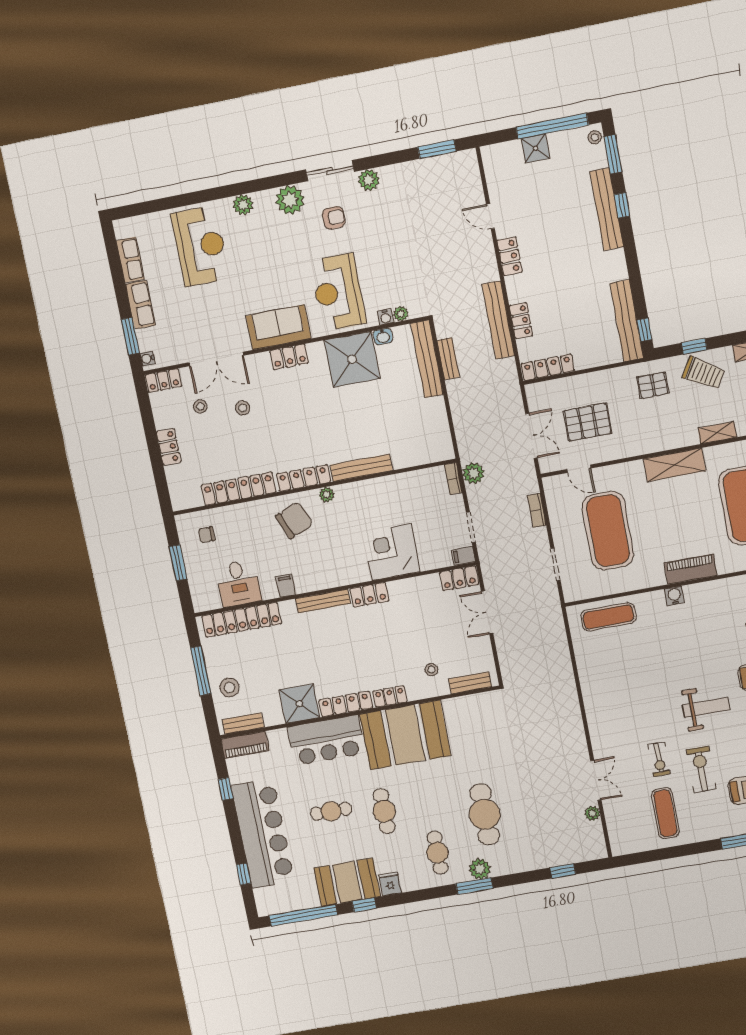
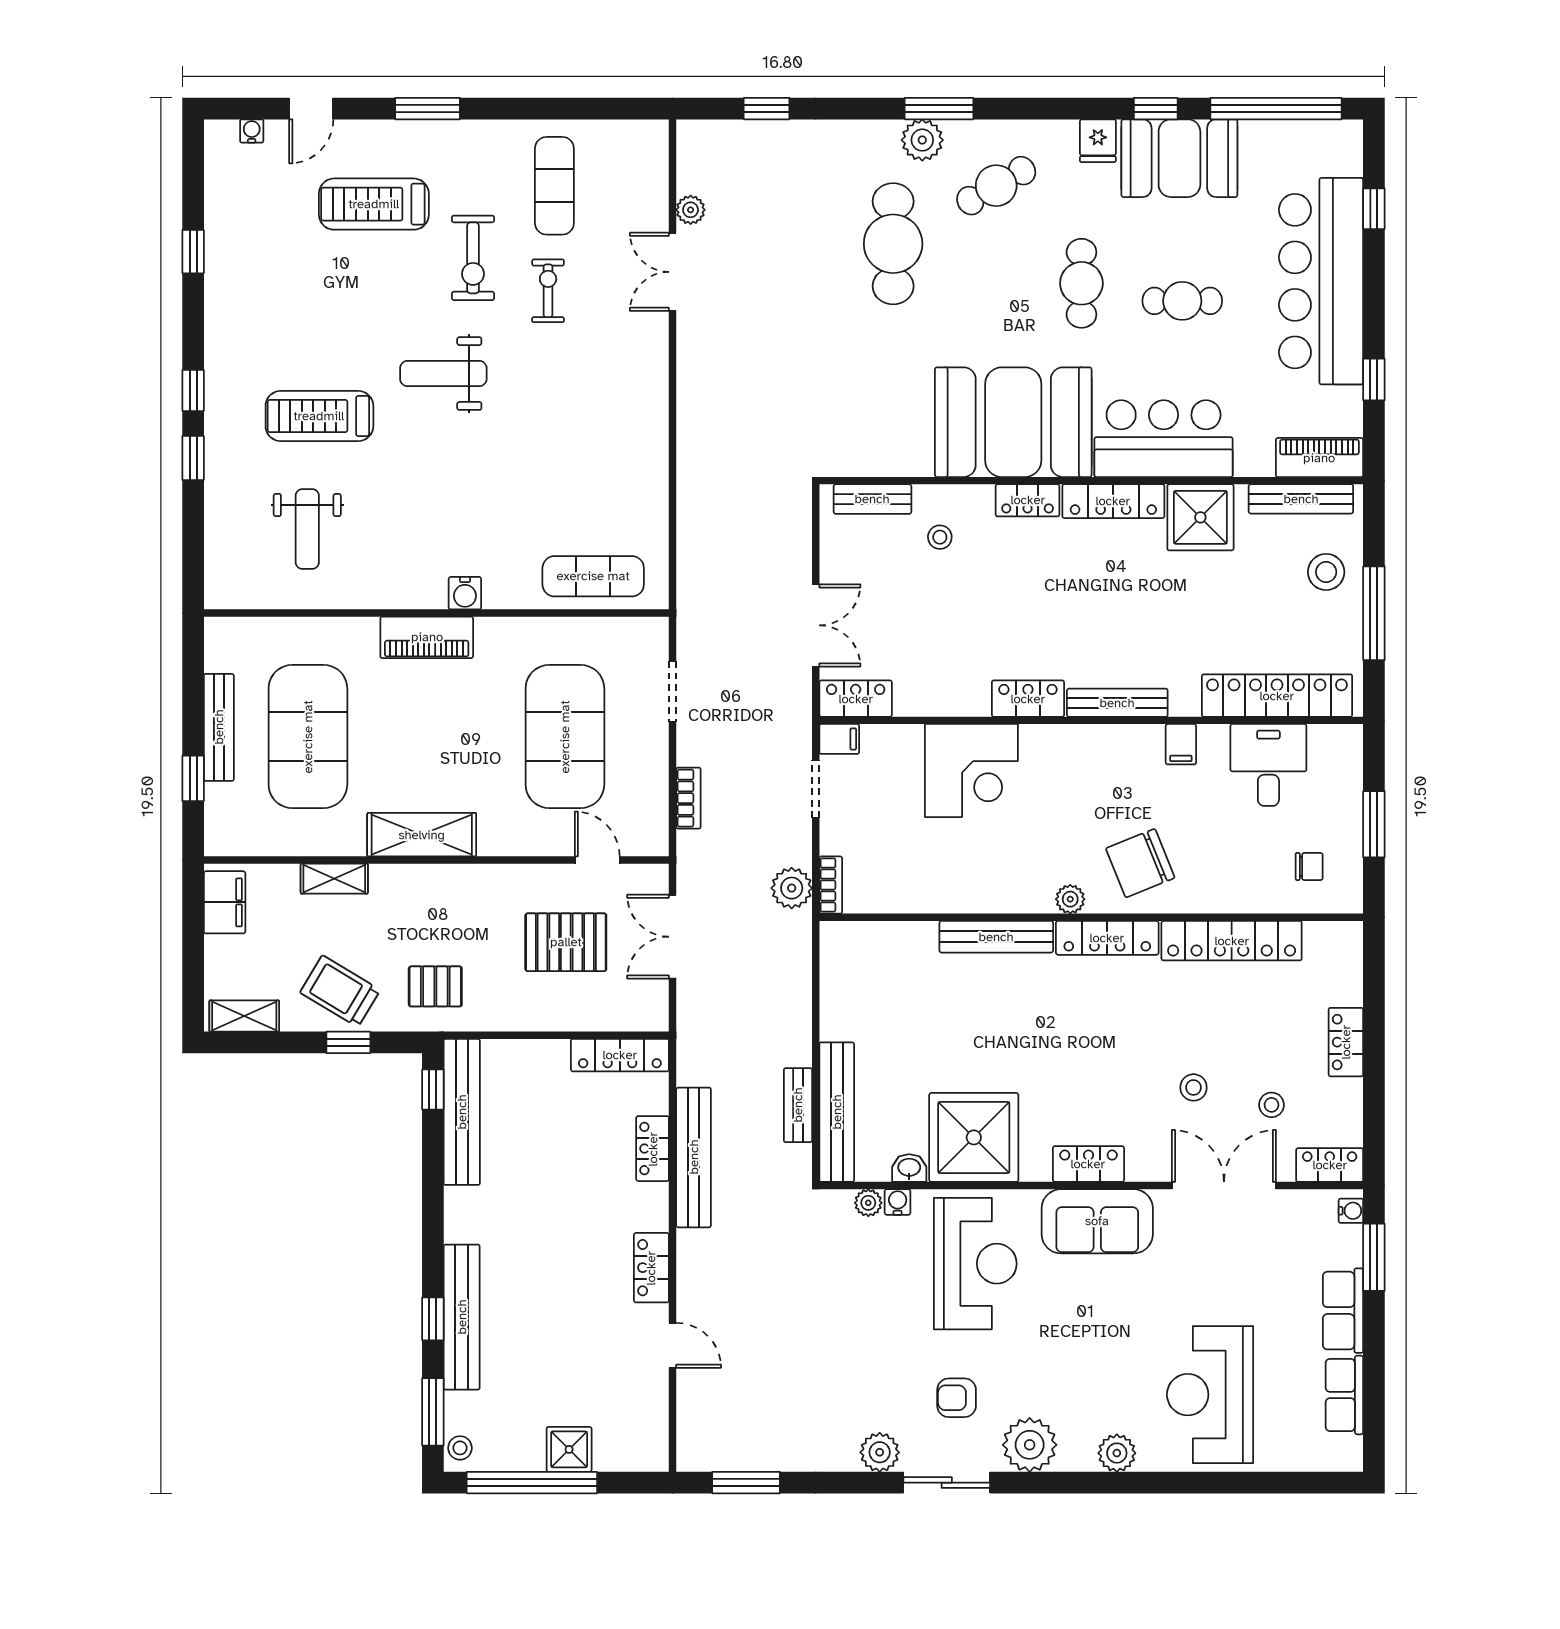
bench: (243, 724) -> (1301, 499), width x1.36
cafe table: (438, 853) -> (996, 186), turned 60

